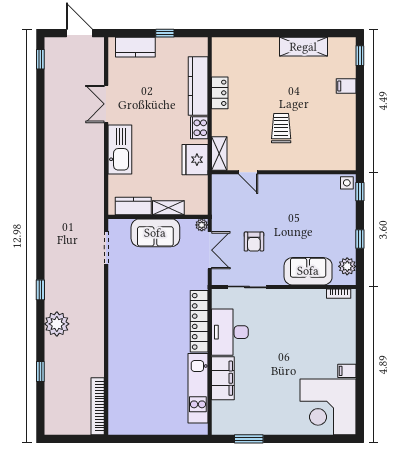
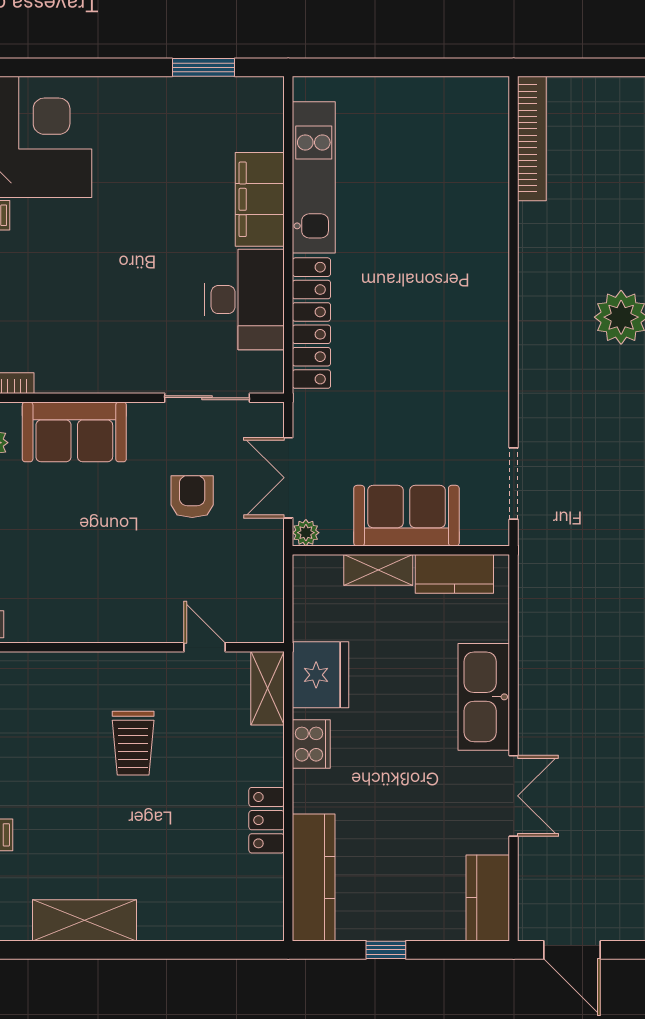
kitchen counter: (135, 47) -> (488, 898), moved, turned -90
kitchen counter: (198, 86) -> (314, 877), moved

